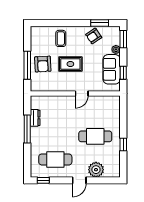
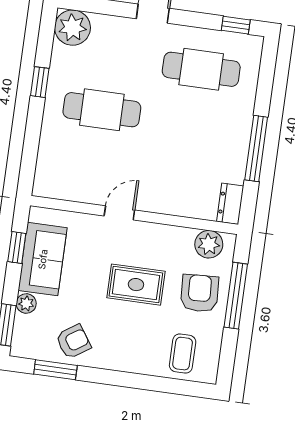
coffee table: (61, 38) -> (183, 354), moved
plant: (42, 85) -> (209, 244), added
dresser: (35, 118) -> (230, 204), moved
plant: (96, 170) -> (72, 28), moved

